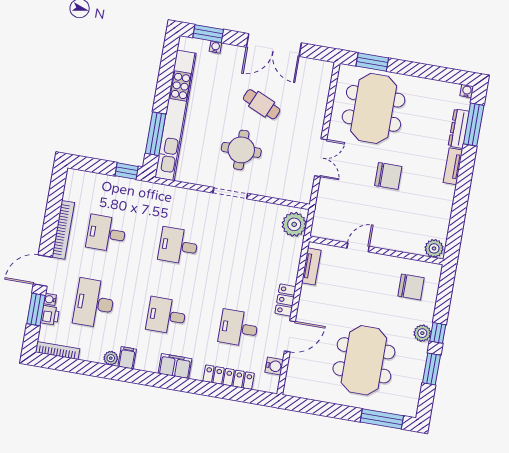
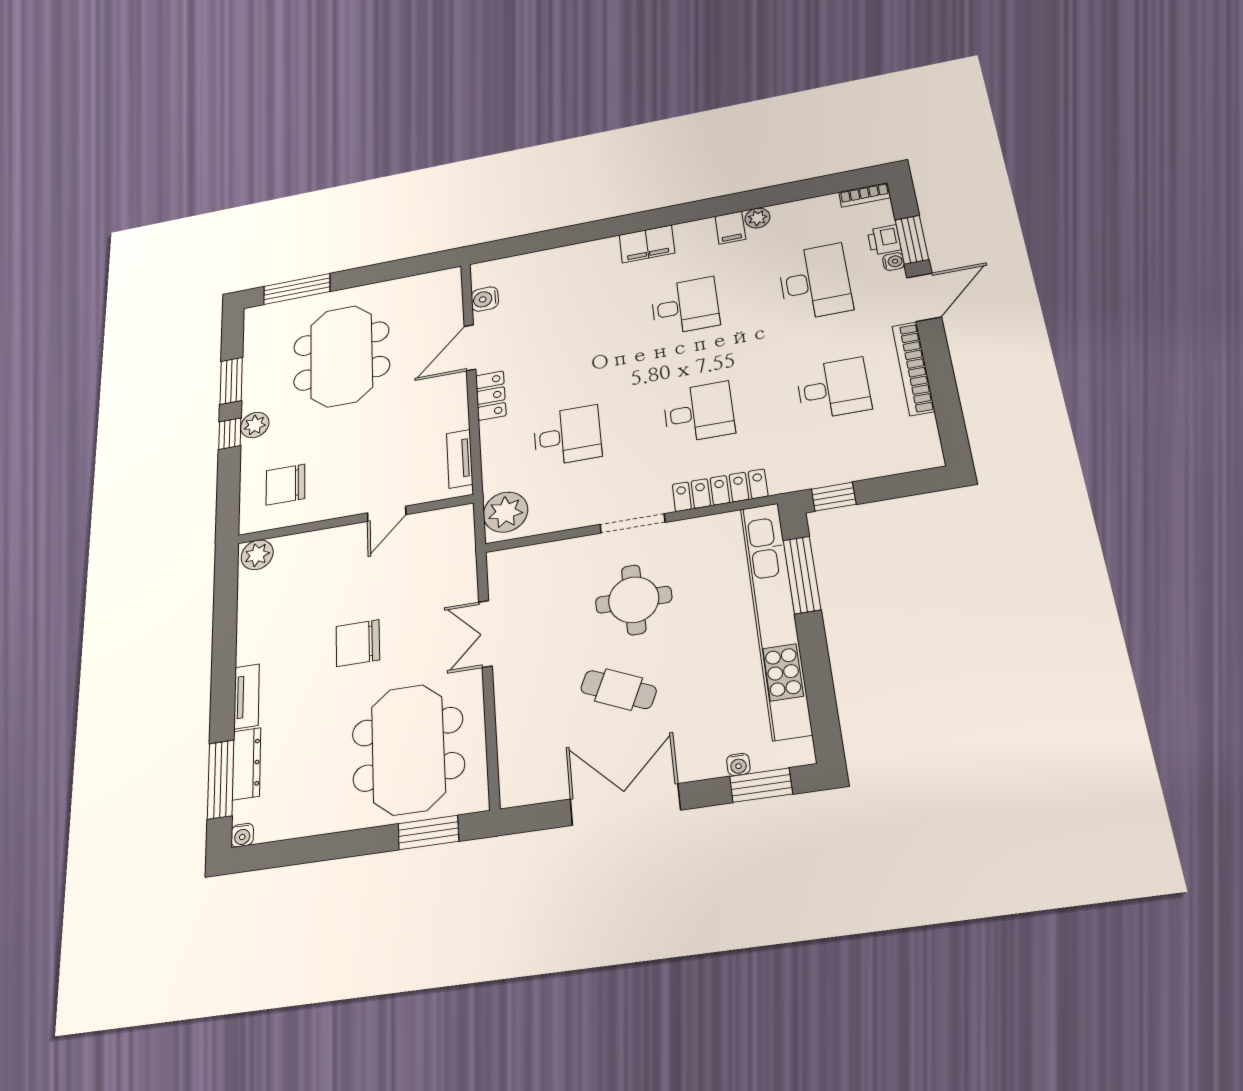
desk: (238, 328) -> (567, 436), moved
bookcase: (58, 351) -> (865, 195), width x0.64
locker: (229, 377) -> (720, 490), moved, turned 180

